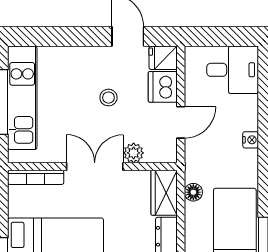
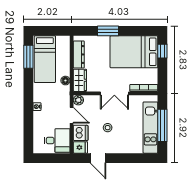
desk: (233, 70) -> (57, 140), moved, turned 180
door: (181, 122) -> (72, 115), swing flipped
plant: (134, 153) -> (78, 100), moved

